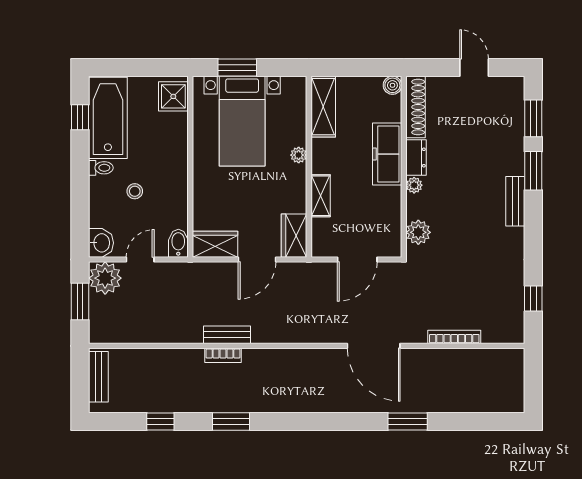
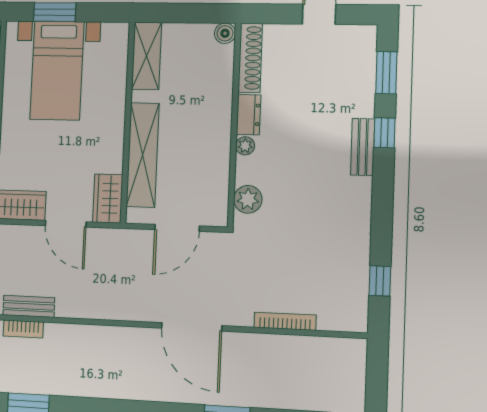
freezer: (387, 154) -> (216, 110), removed
plant: (299, 155) -> (117, 109), removed
window: (533, 171) -> (384, 133), width x0.67
shelving: (321, 196) -> (143, 155), width x2.20, depth x1.33
bench: (515, 201) -> (363, 147), moved
door: (257, 260) -> (66, 224), hinge flipped

